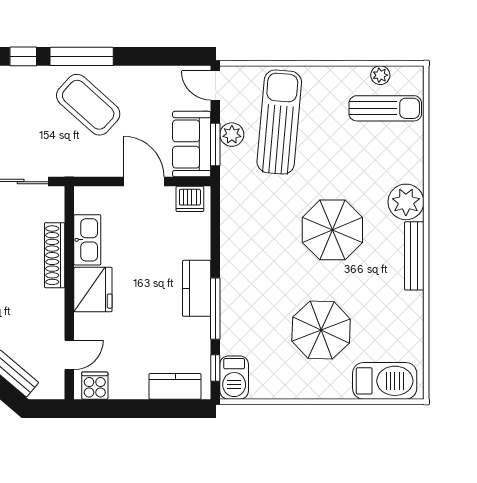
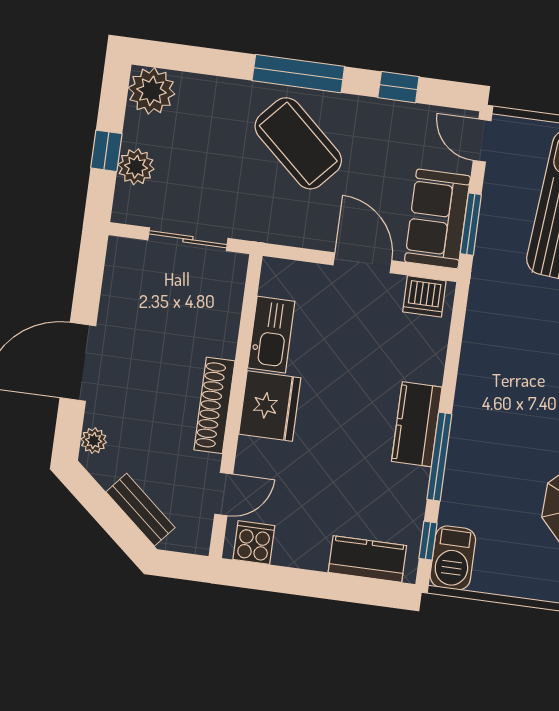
window: (23, 56) -> (398, 87), moved
plant: (232, 135) -> (496, 213), removed
shoe rack: (55, 255) -> (214, 405), moved

